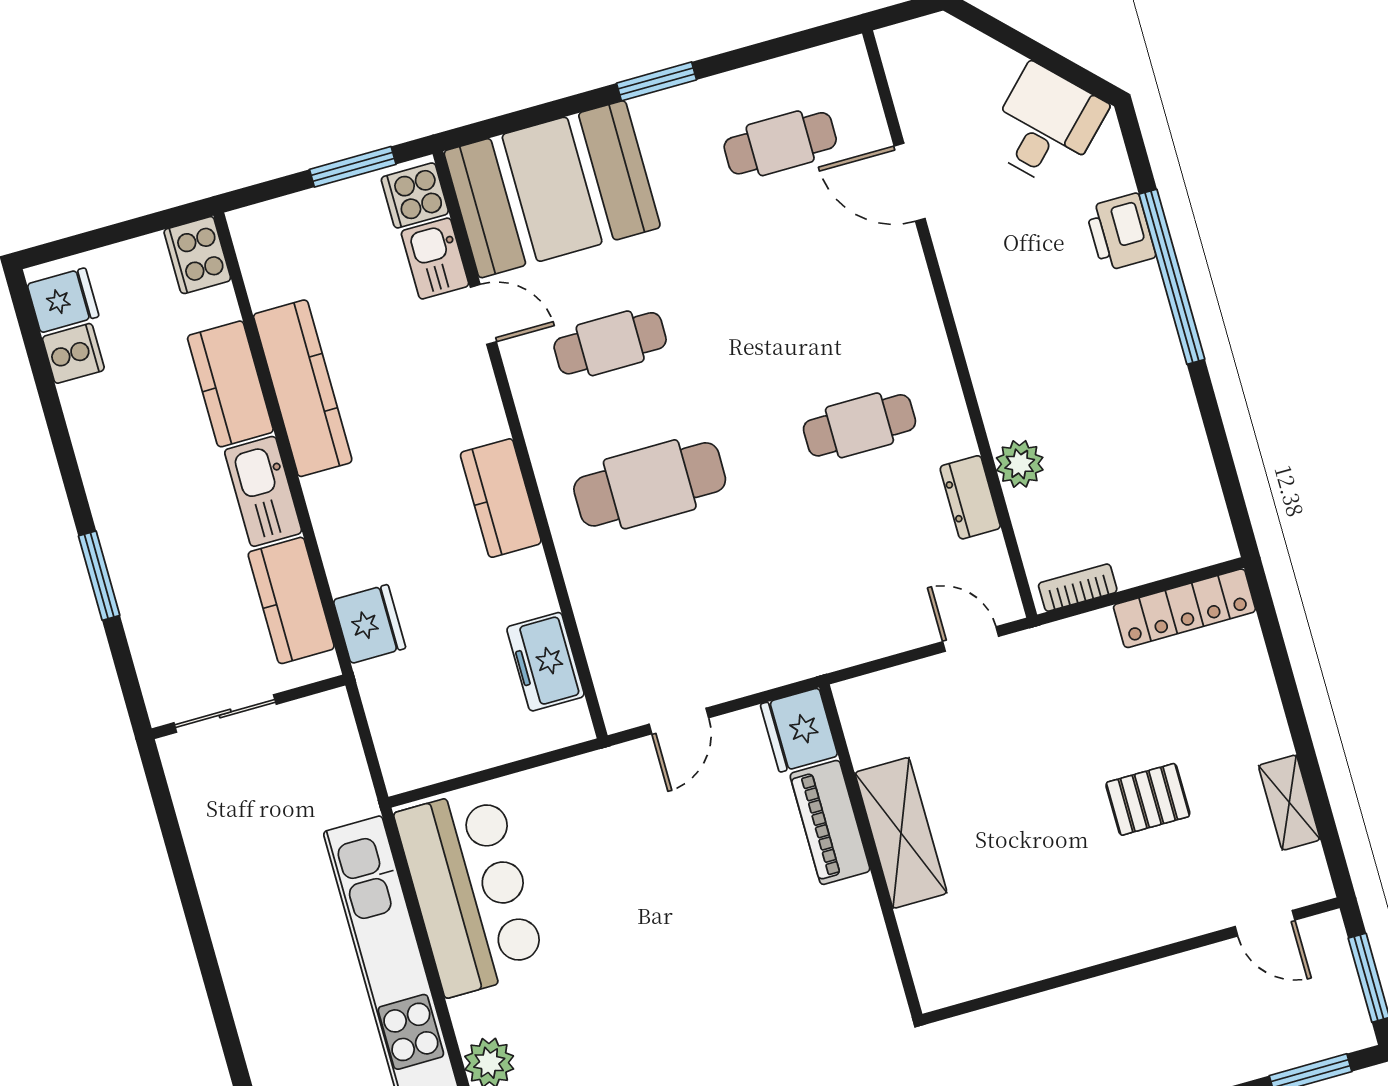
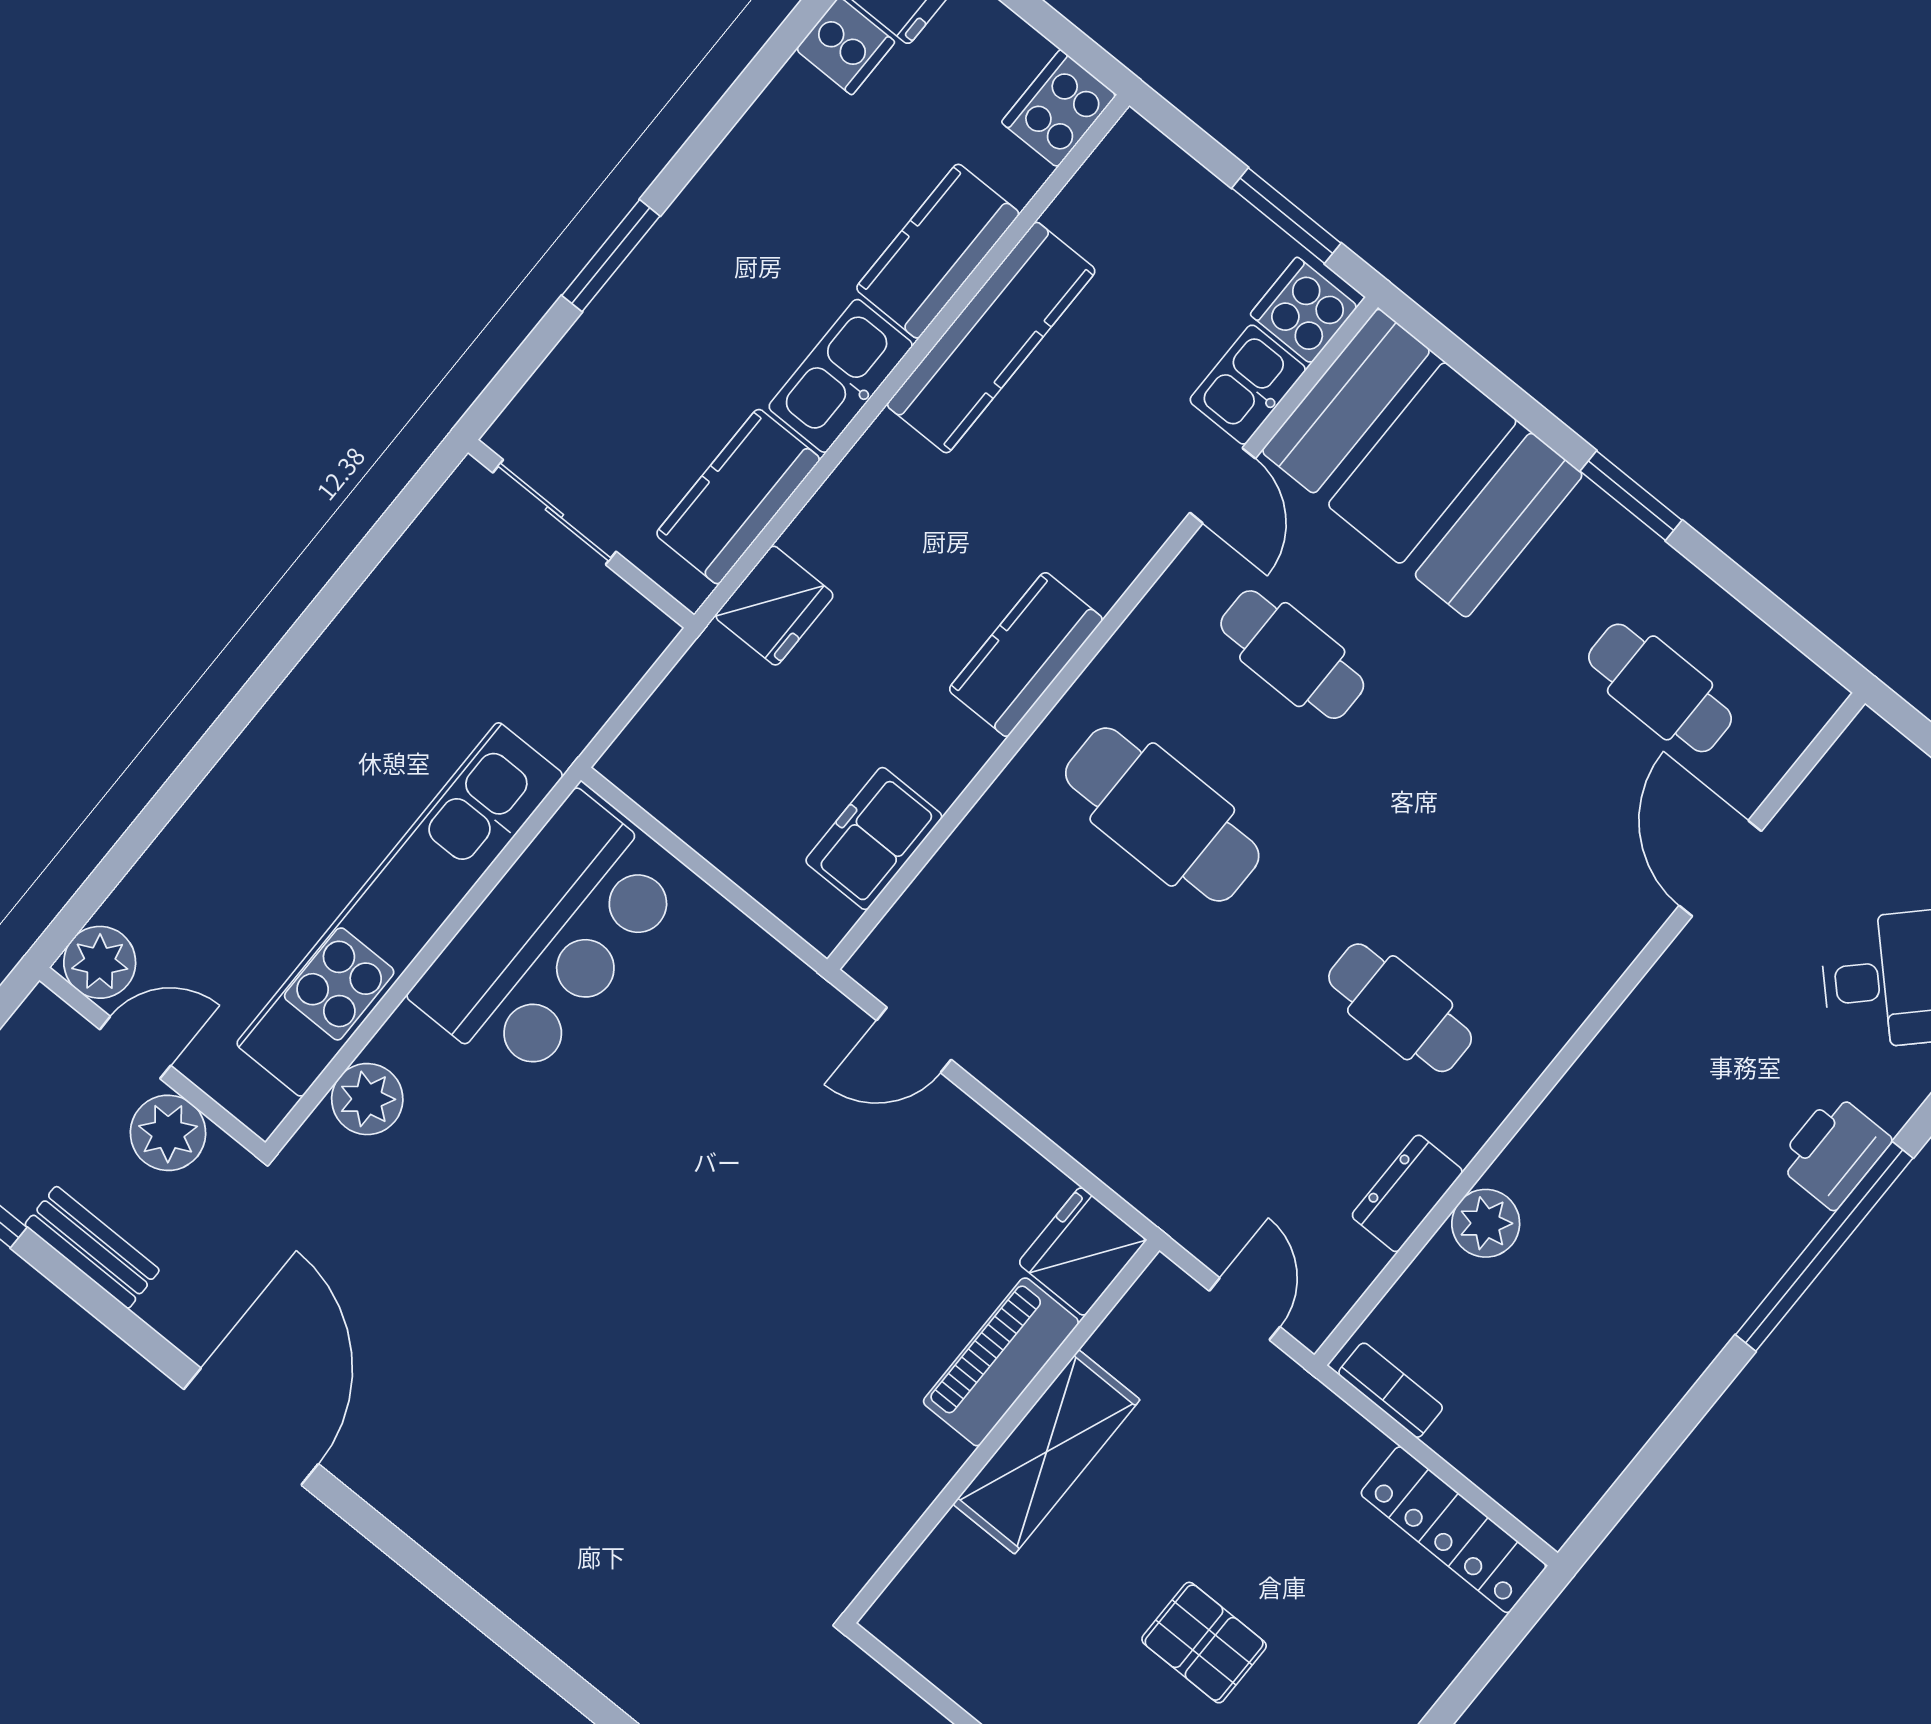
fridge: (799, 730) -> (1082, 1251), moved
piano: (830, 822) -> (1001, 1362), moved
shelving: (901, 833) -> (1046, 1452), moved
wall: (871, 851) -> (1002, 1431), moved

